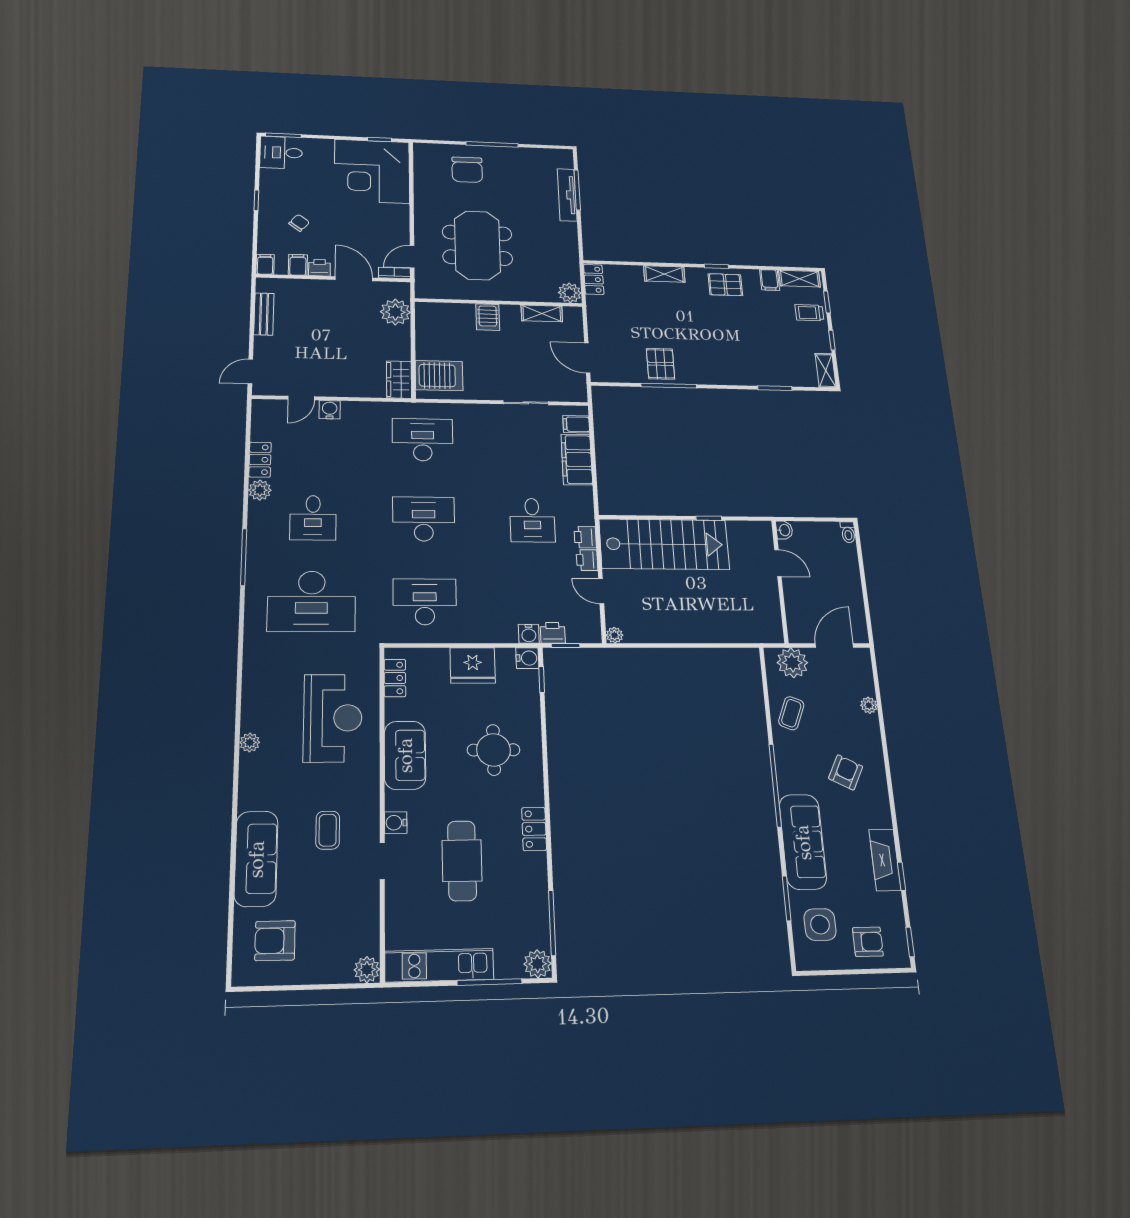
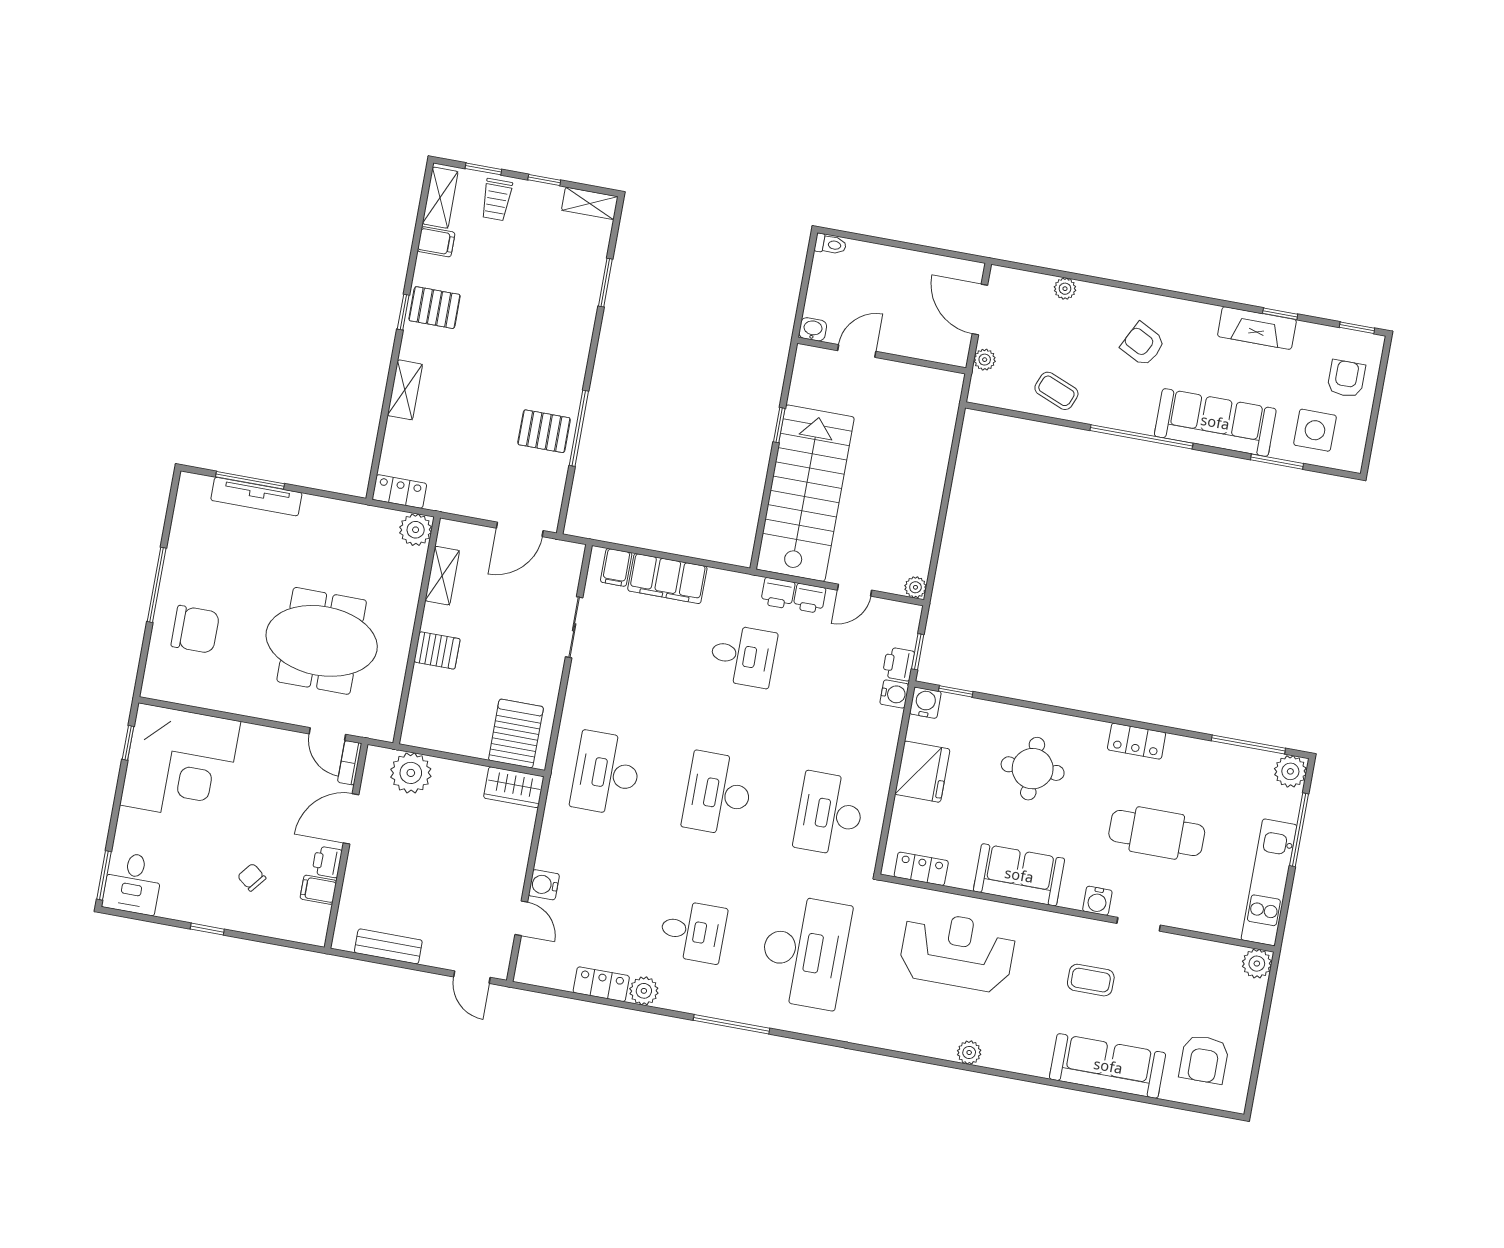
filing cabinet: (265, 264) -> (311, 933), removed
pallet: (725, 285) -> (435, 308), turned 90
plant: (792, 663) -> (985, 360), width x0.53, depth x0.53

